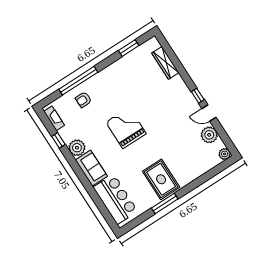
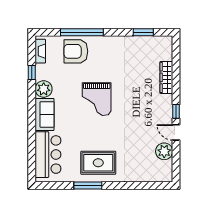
wardrobe: (165, 63) -> (166, 77), moved
armchair: (83, 100) -> (76, 51), width x1.88, depth x1.88
grand piano: (126, 128) -> (97, 99), turned 180
plant: (225, 154) -> (167, 176), removed
rug: (161, 179) -> (98, 163), turned 90

